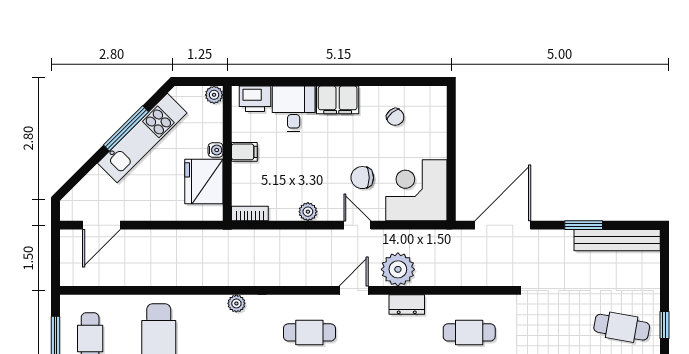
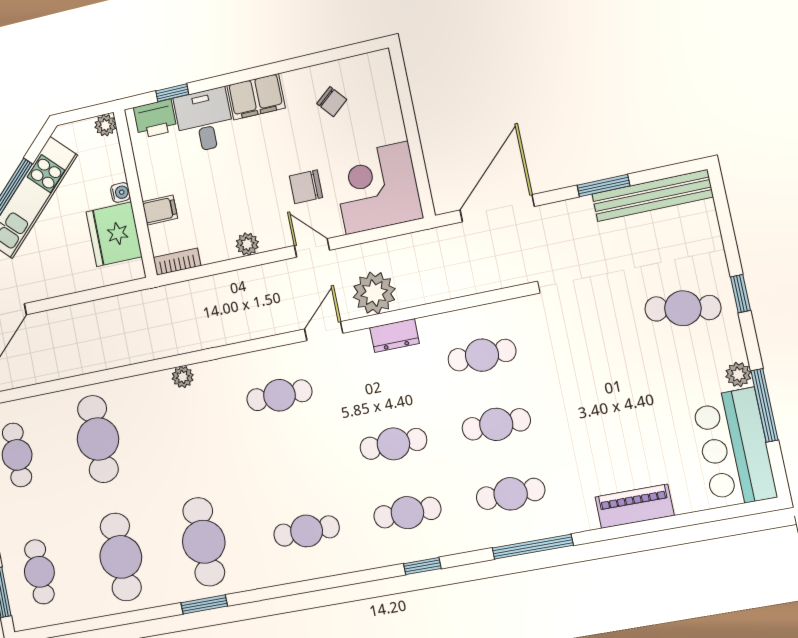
window: (273, 82) -> (172, 93), added
filing cabinet: (244, 152) -> (160, 210), moved

